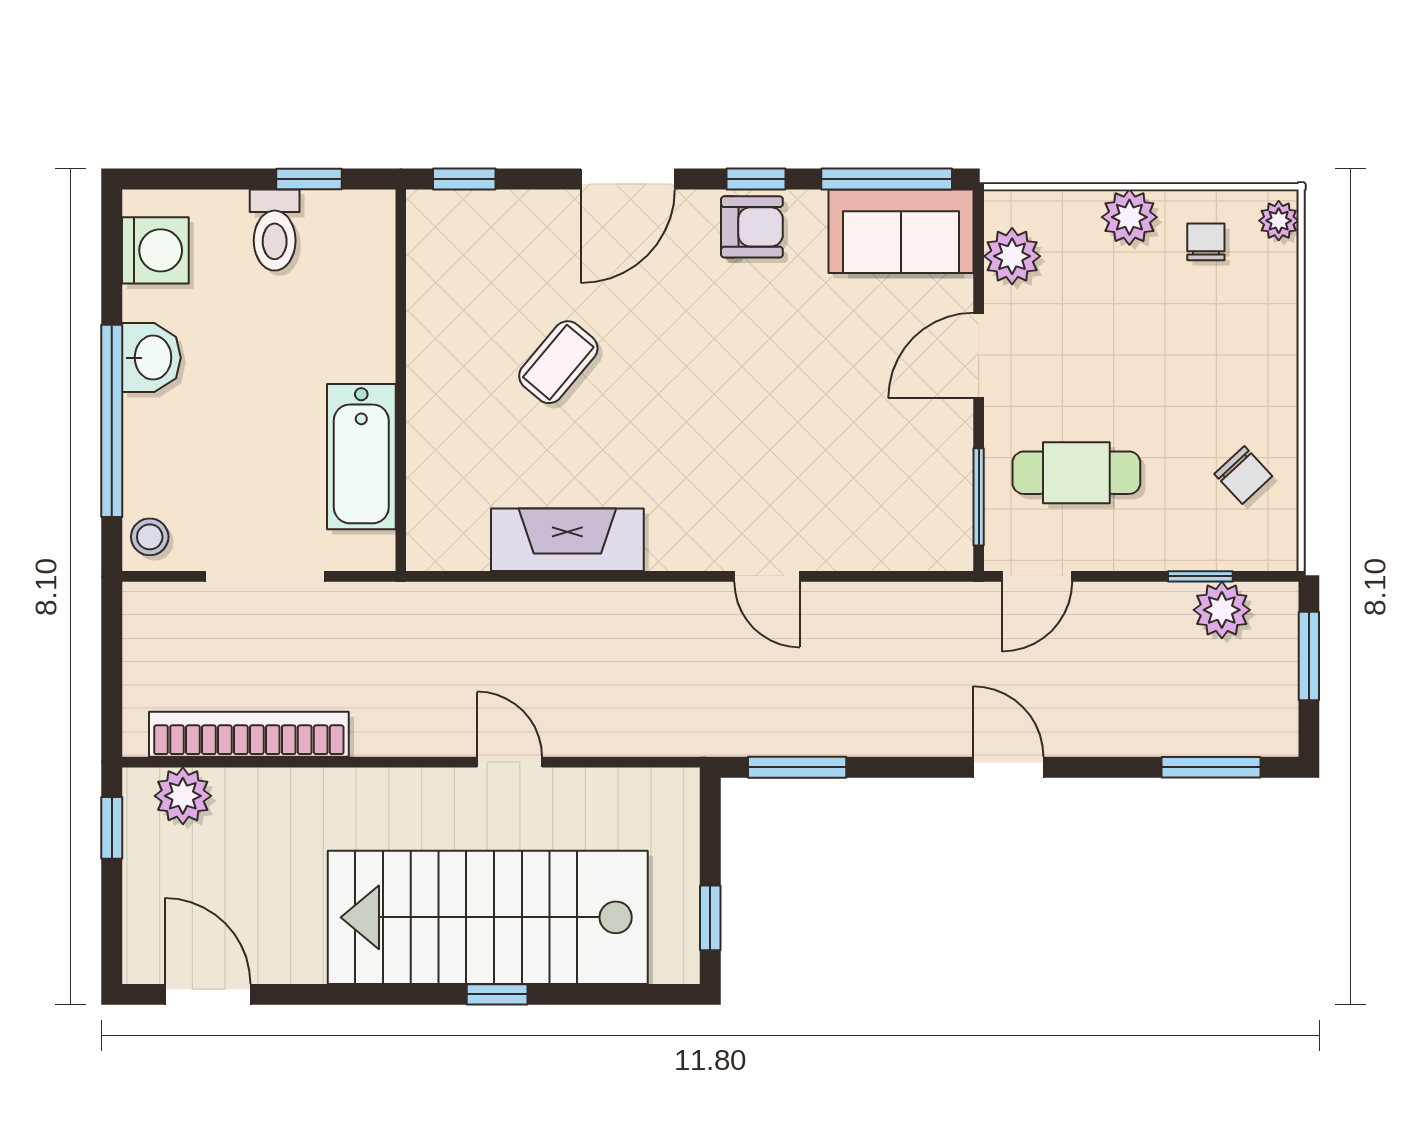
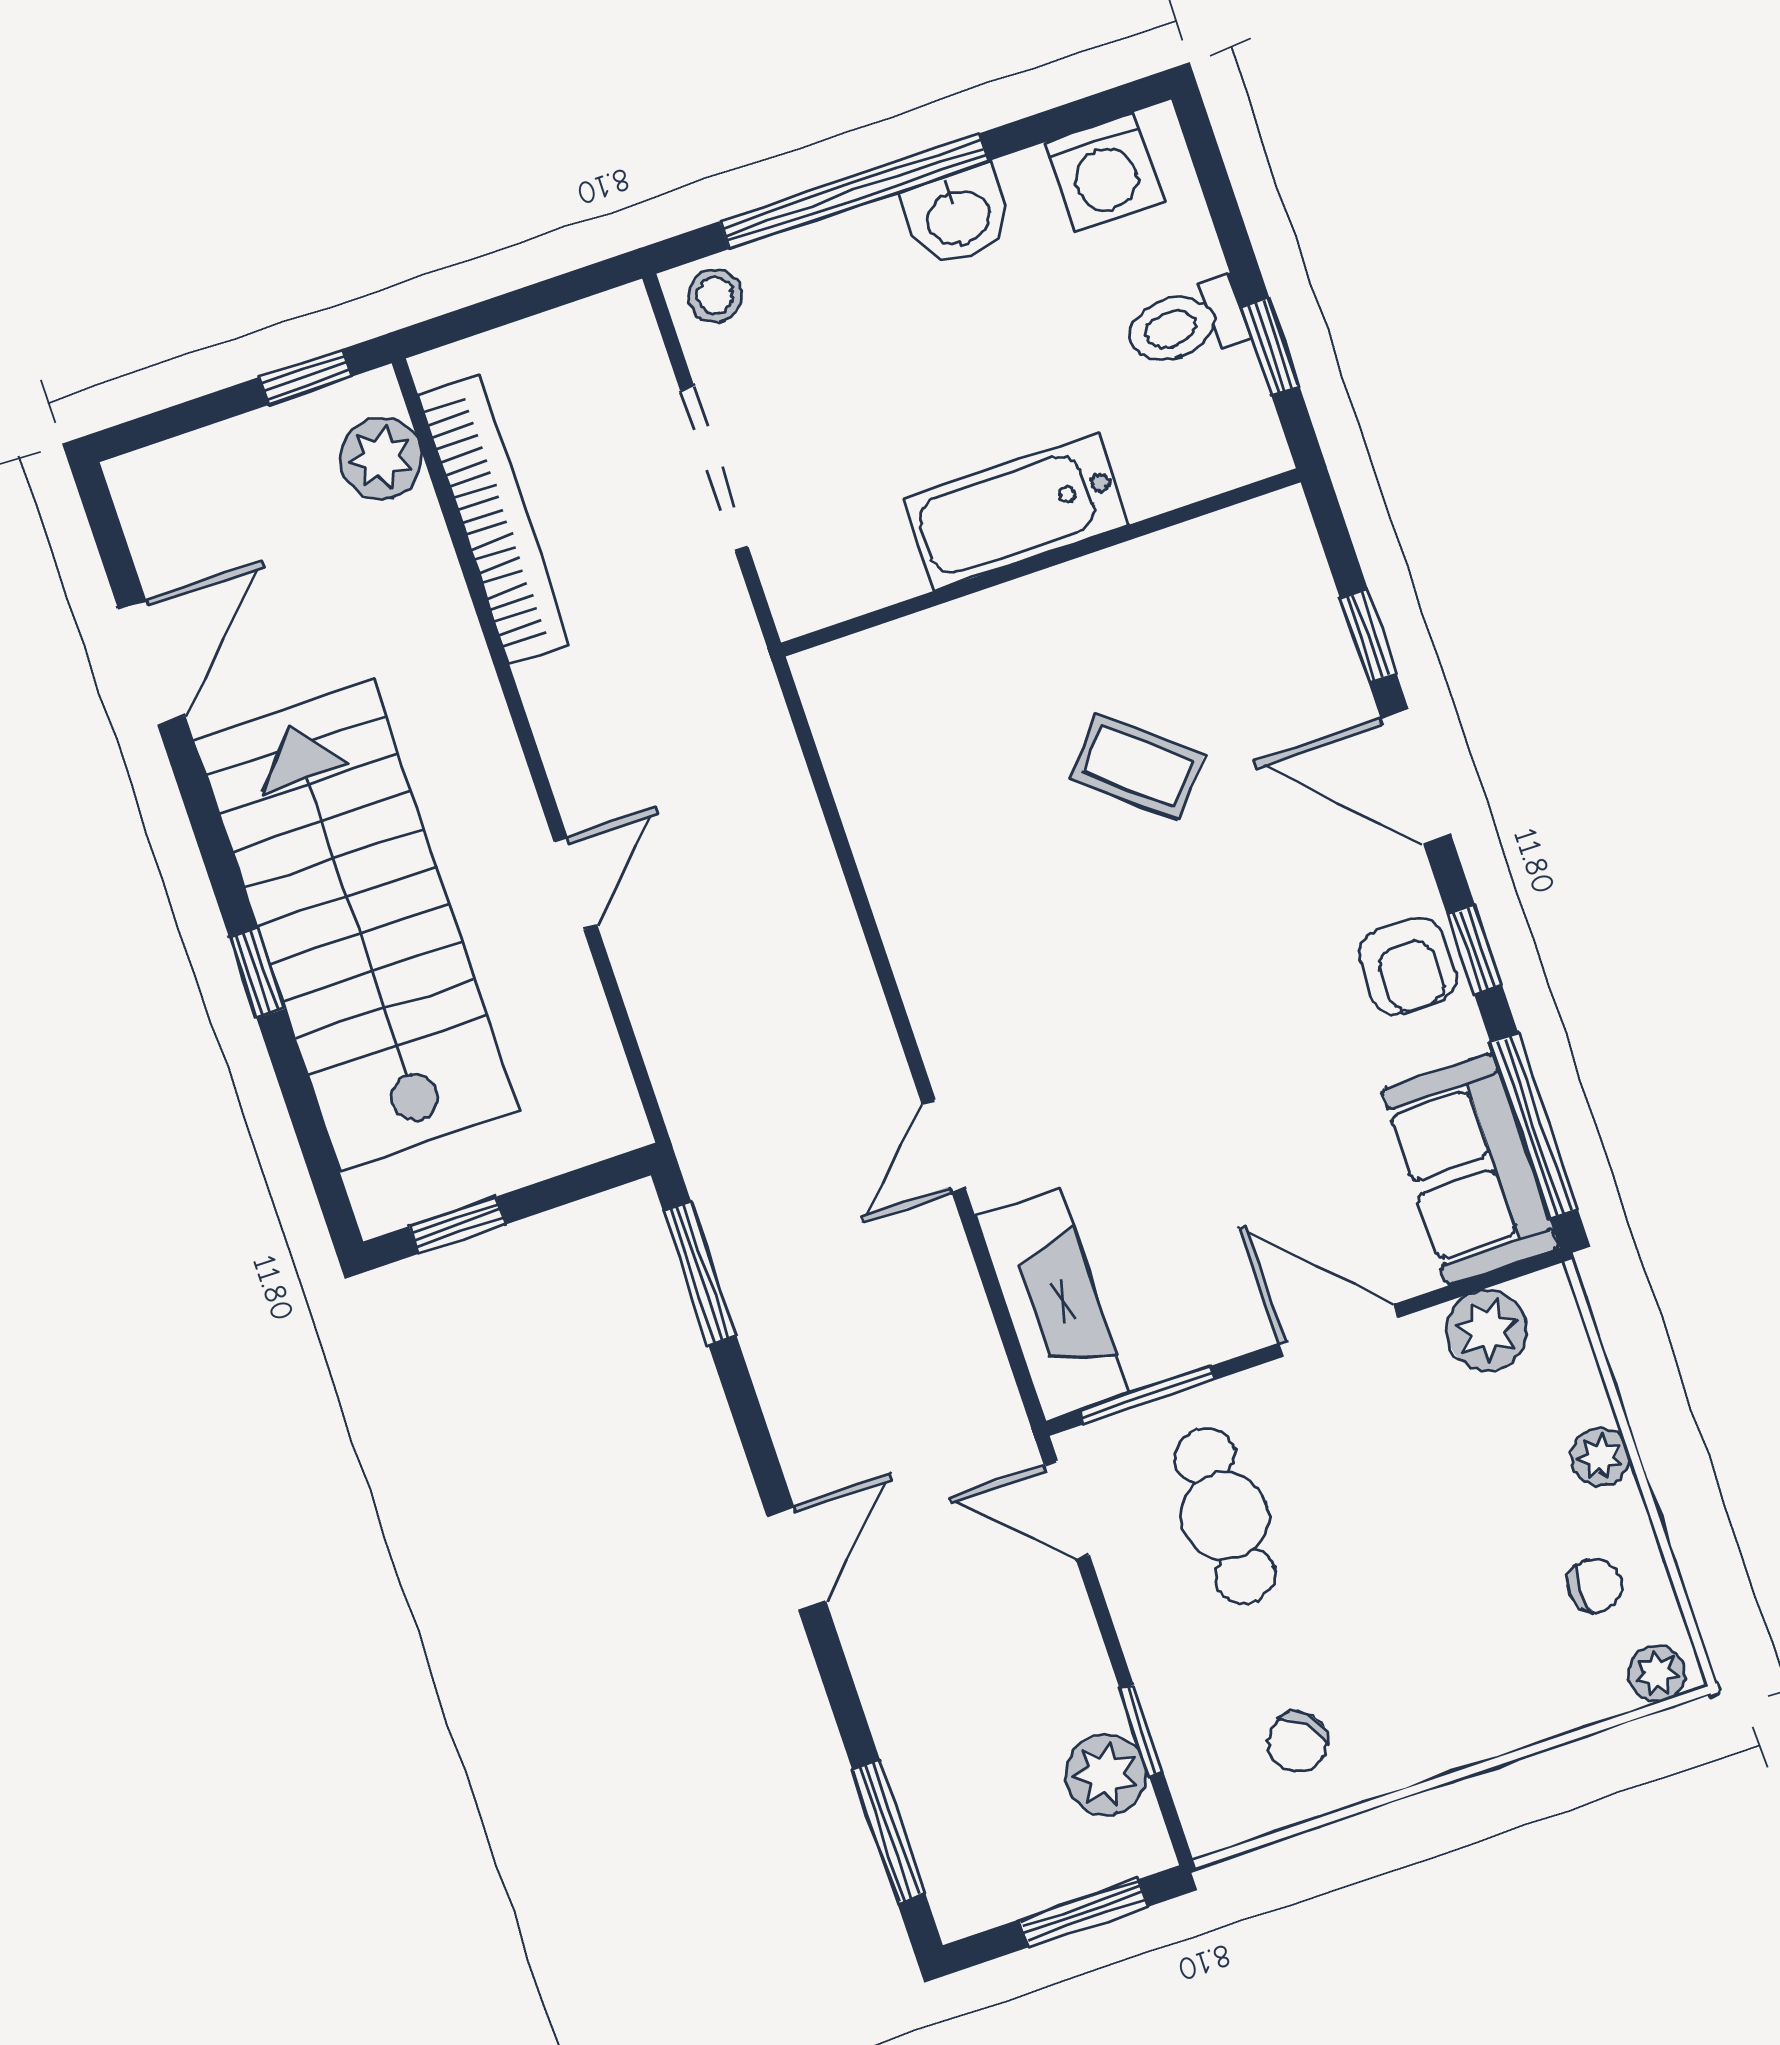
window: (464, 179) -> (1368, 636), moved
plant: (1129, 217) -> (1600, 1457), width x0.73, depth x0.73
bathtub: (361, 457) -> (1016, 511), moved
fireplace: (567, 540) -> (1052, 1305), moved
door: (208, 994) -> (152, 663), moved

